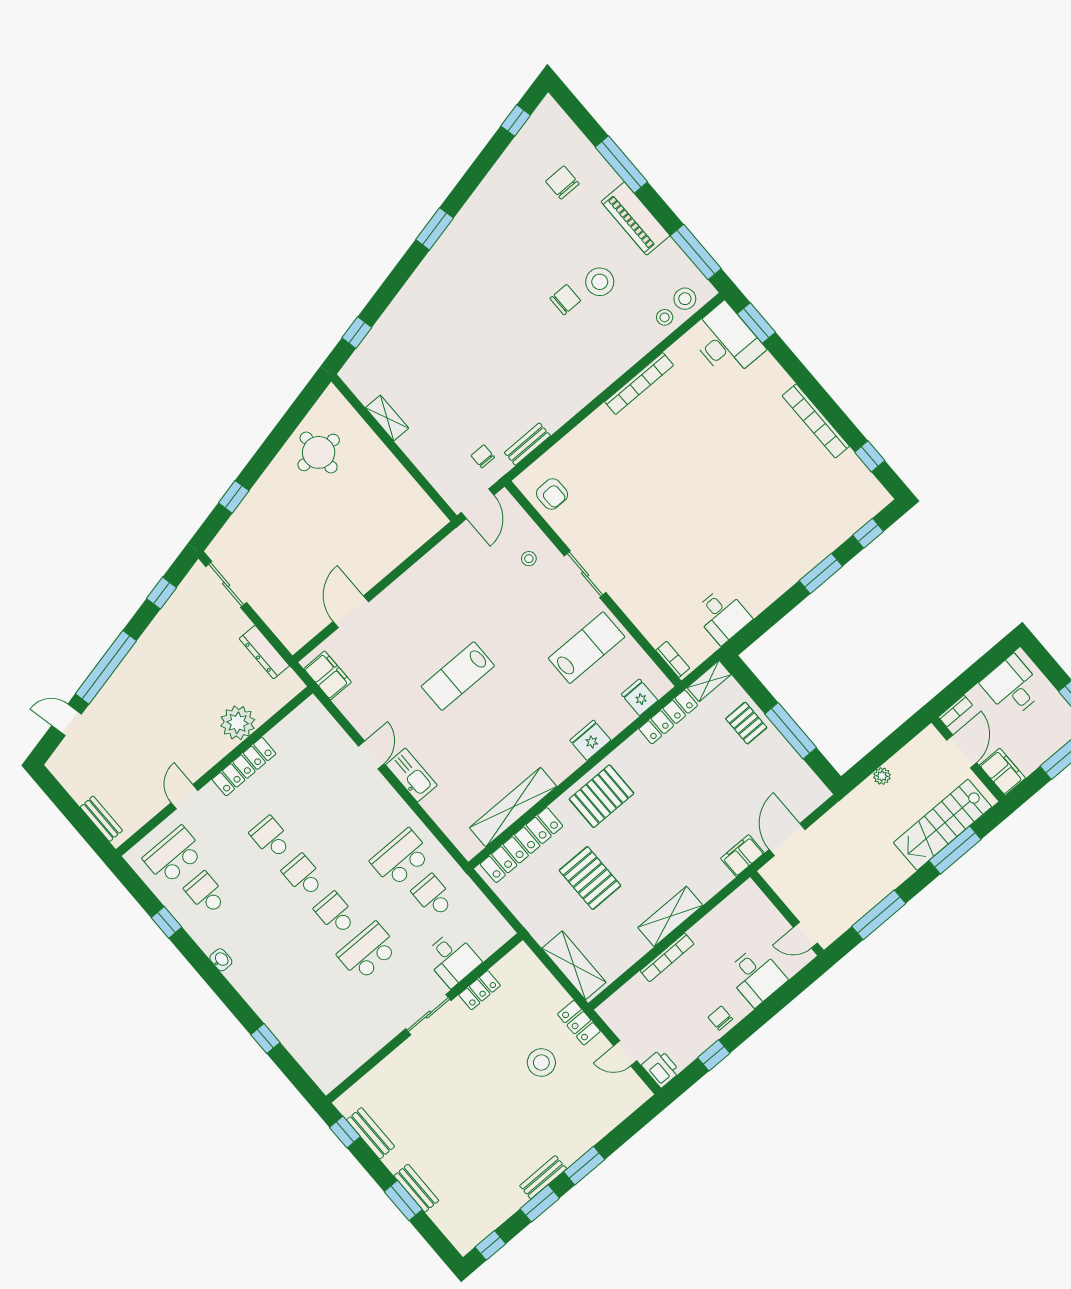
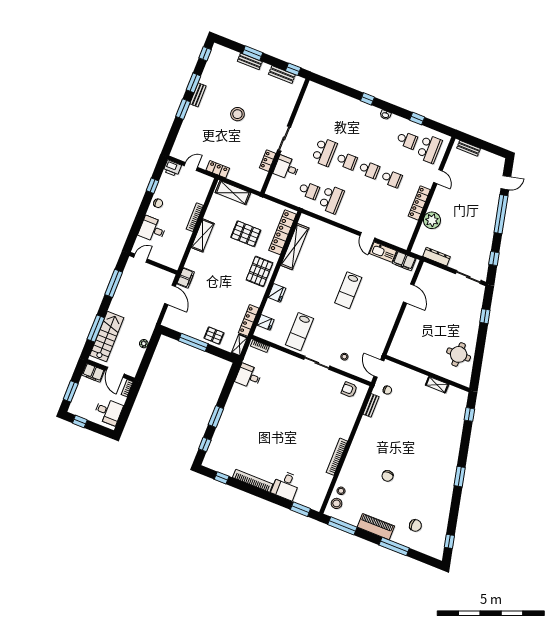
stool: (600, 282) -> (377, 491), removed
desk: (726, 341) -> (286, 485), moved, width x0.73
lab bench: (458, 676) -> (348, 290), turned 180
kitchen sink: (411, 775) -> (383, 252), moved
window: (265, 1039) -> (367, 99), moved
stool: (541, 1062) -> (237, 114), moved

